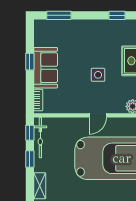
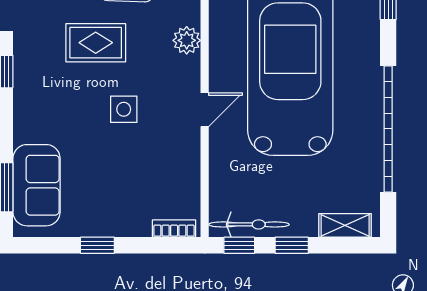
sofa: (46, 68) -> (37, 185), moved, turned 90
door: (98, 115) -> (205, 110), hinge flipped

